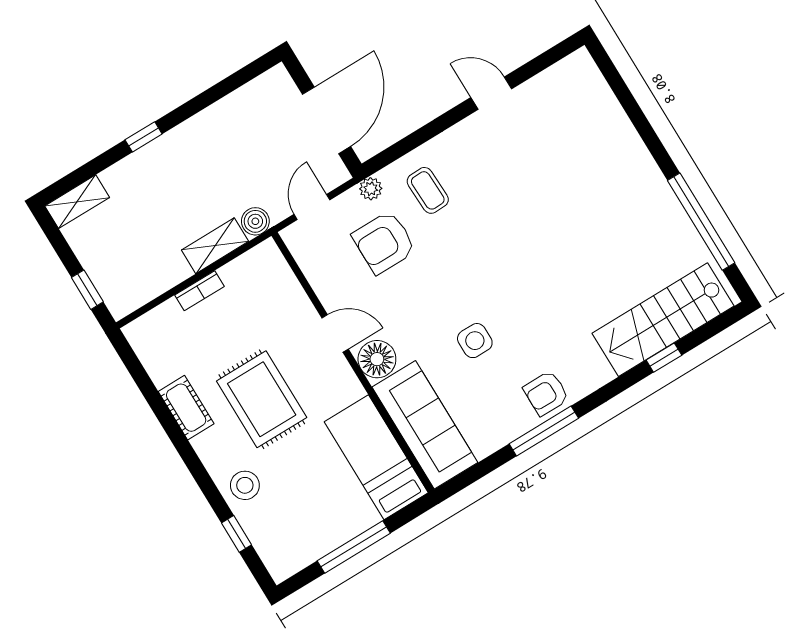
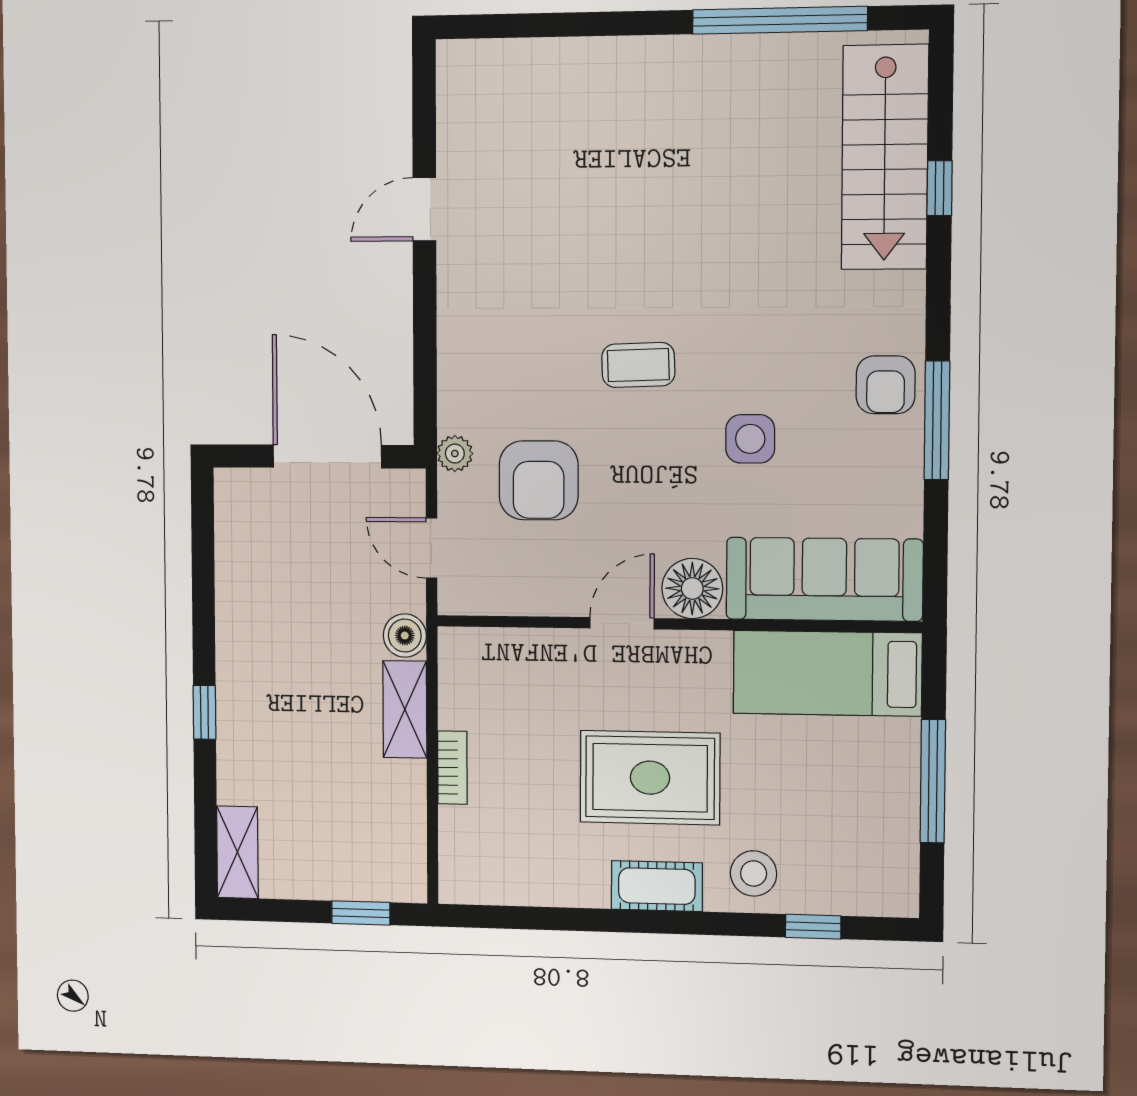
coffee table: (428, 190) -> (638, 365), moved
cot: (186, 408) -> (657, 886), moved

